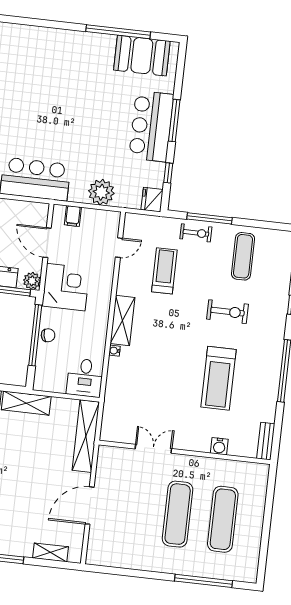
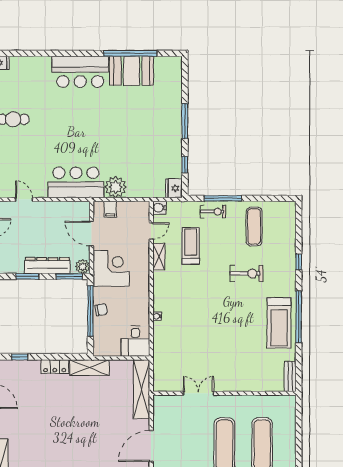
booth: (142, 56) -> (132, 71), moved
bar counter: (151, 126) -> (80, 72), moved, turned -90
plant: (101, 192) -> (116, 187), moved
shelving: (122, 321) -> (159, 257), moved, width x0.67, depth x0.75
treadmill: (219, 378) -> (279, 323), moved
water cooler: (219, 446) -> (159, 208), moved, turned 90

